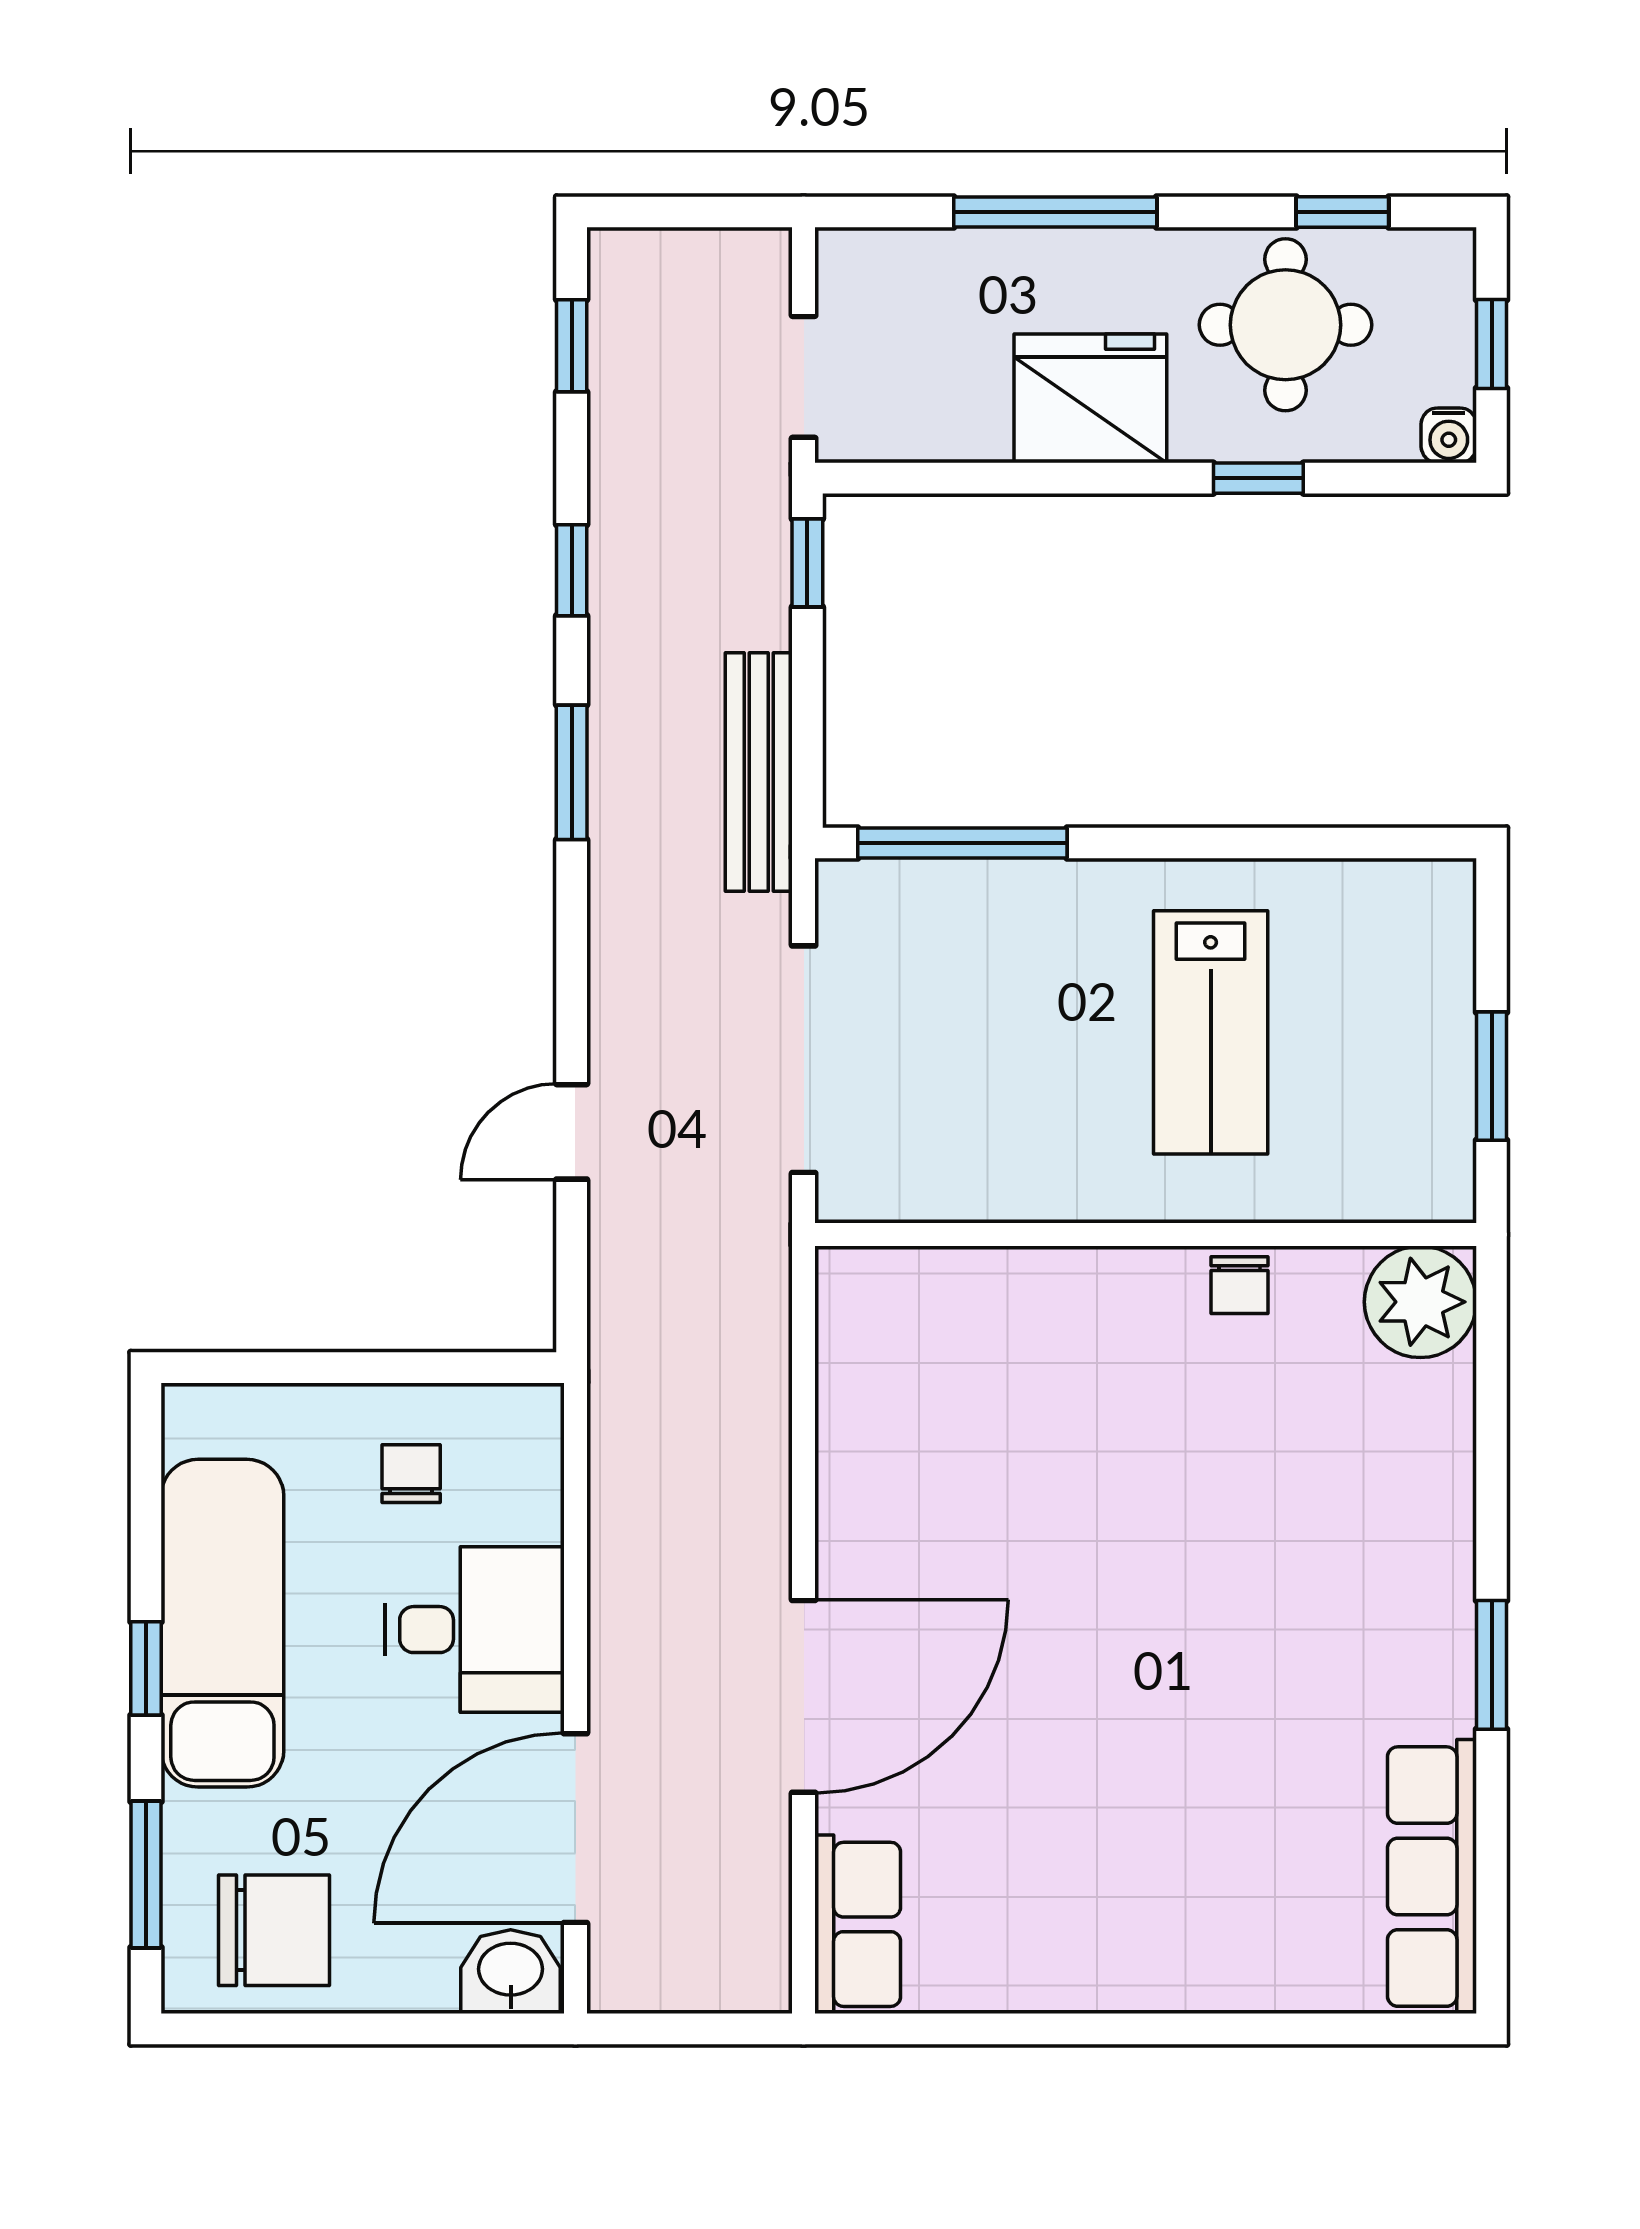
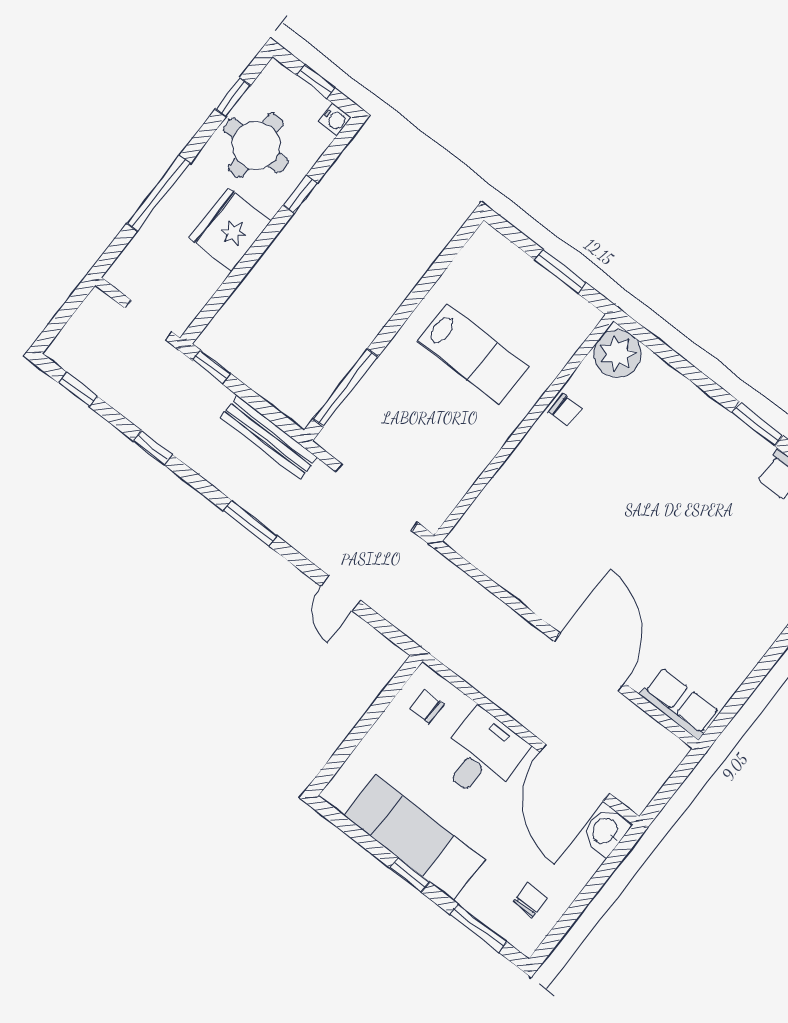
window: (572, 772) -> (250, 523), moved
chair: (411, 1474) -> (427, 707), moved
chair: (274, 1930) -> (530, 900), width x0.54, depth x0.54

